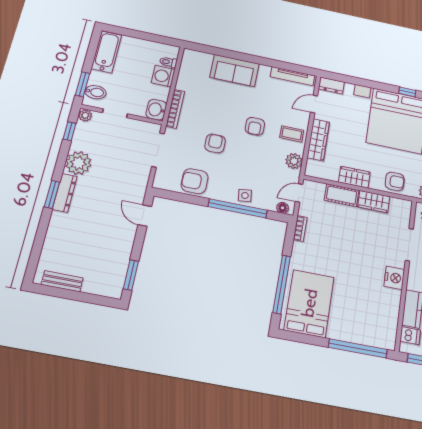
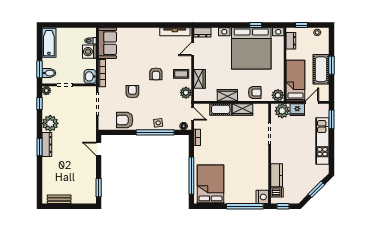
sofa: (234, 71) -> (107, 43), moved, turned -90
wardrobe: (318, 140) -> (199, 79), width x0.67
door: (299, 193) -> (193, 114), swing flipped
nightstand: (394, 278) -> (262, 197), moved

